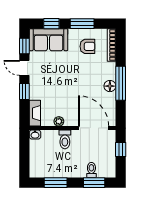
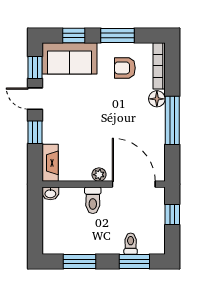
armchair: (87, 46) -> (125, 68), turned 180
floor lamp: (110, 86) -> (157, 99), moved
plant: (59, 121) -> (99, 175), moved

